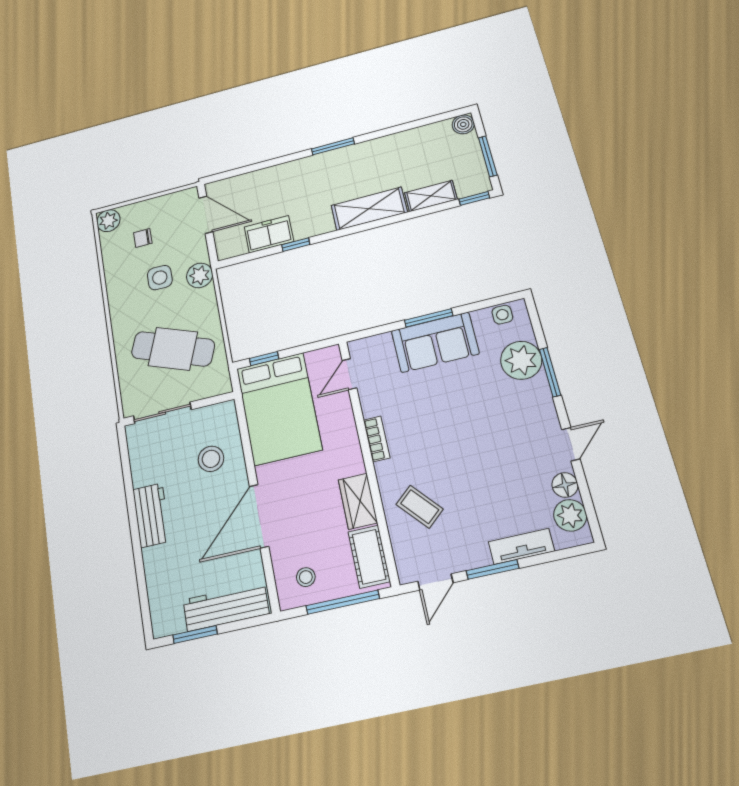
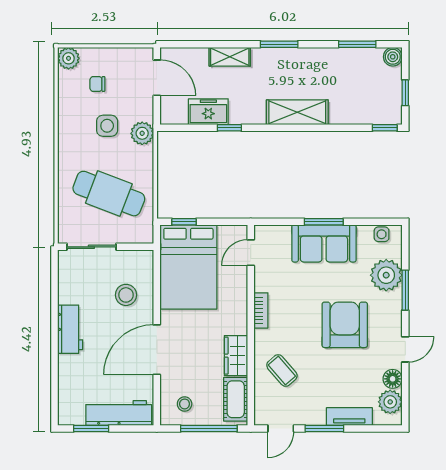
window: (420, 123) -> (357, 44), added
window: (488, 156) -> (405, 93), width x0.67
shelving: (431, 196) -> (230, 57), moved
armchair: (485, 432) -> (345, 325), added

